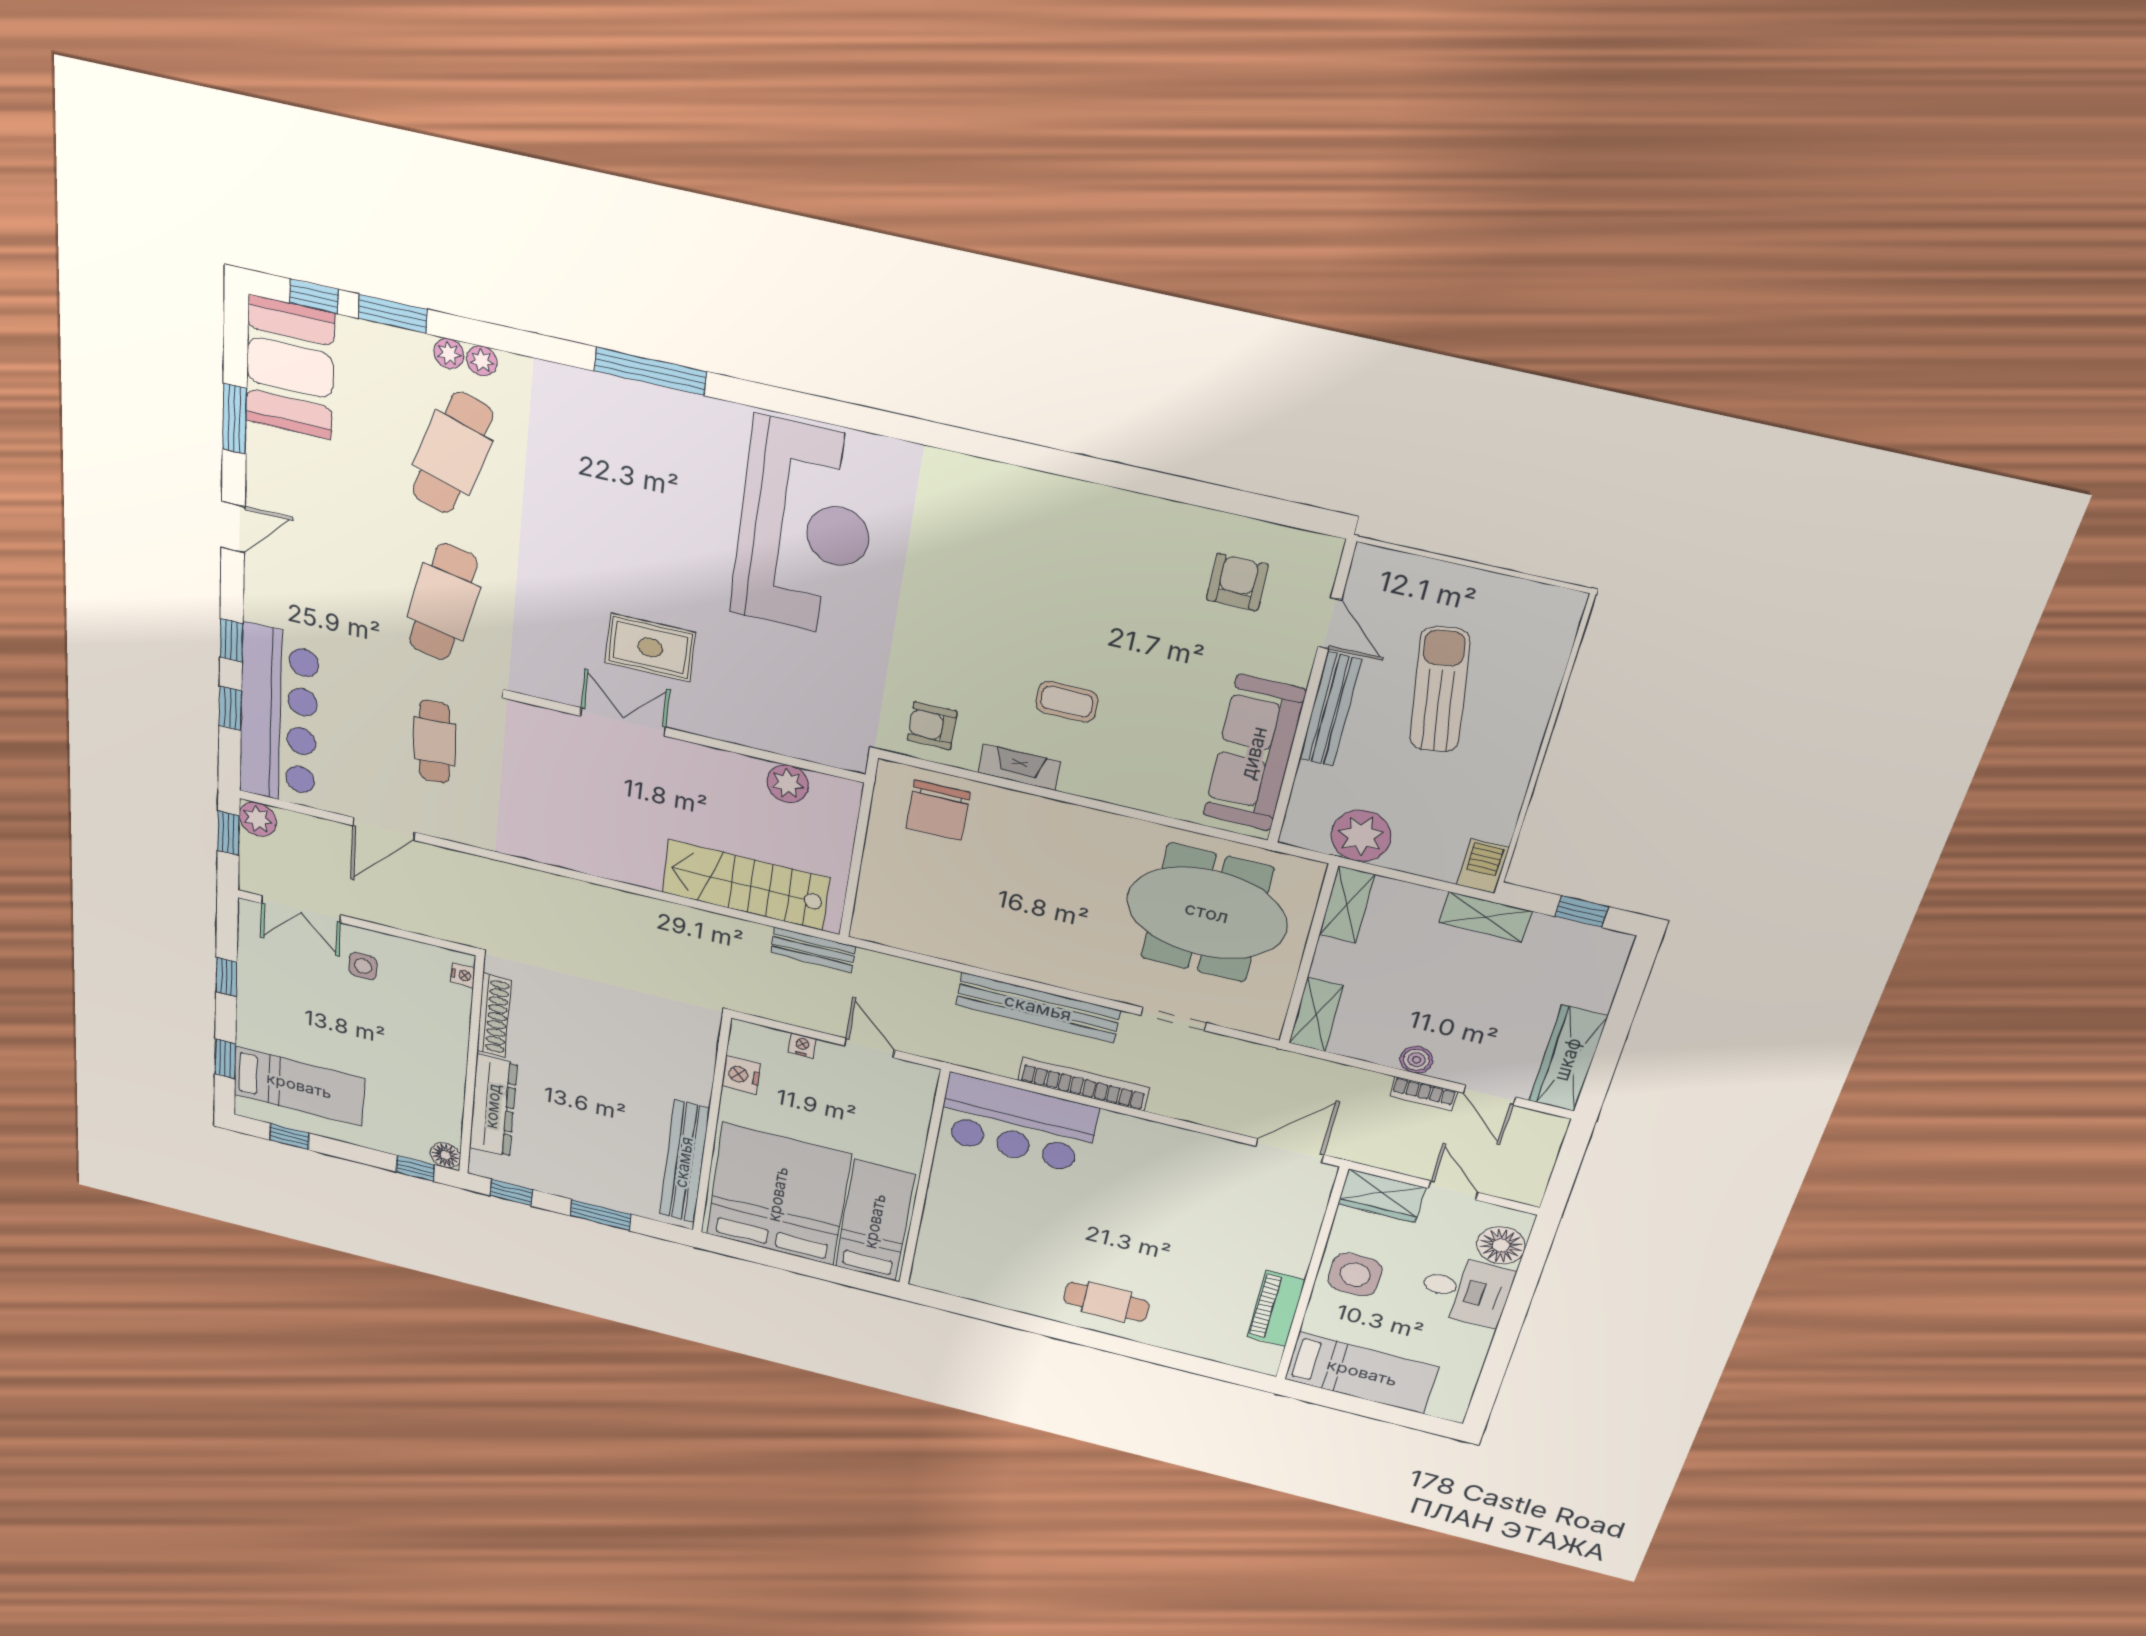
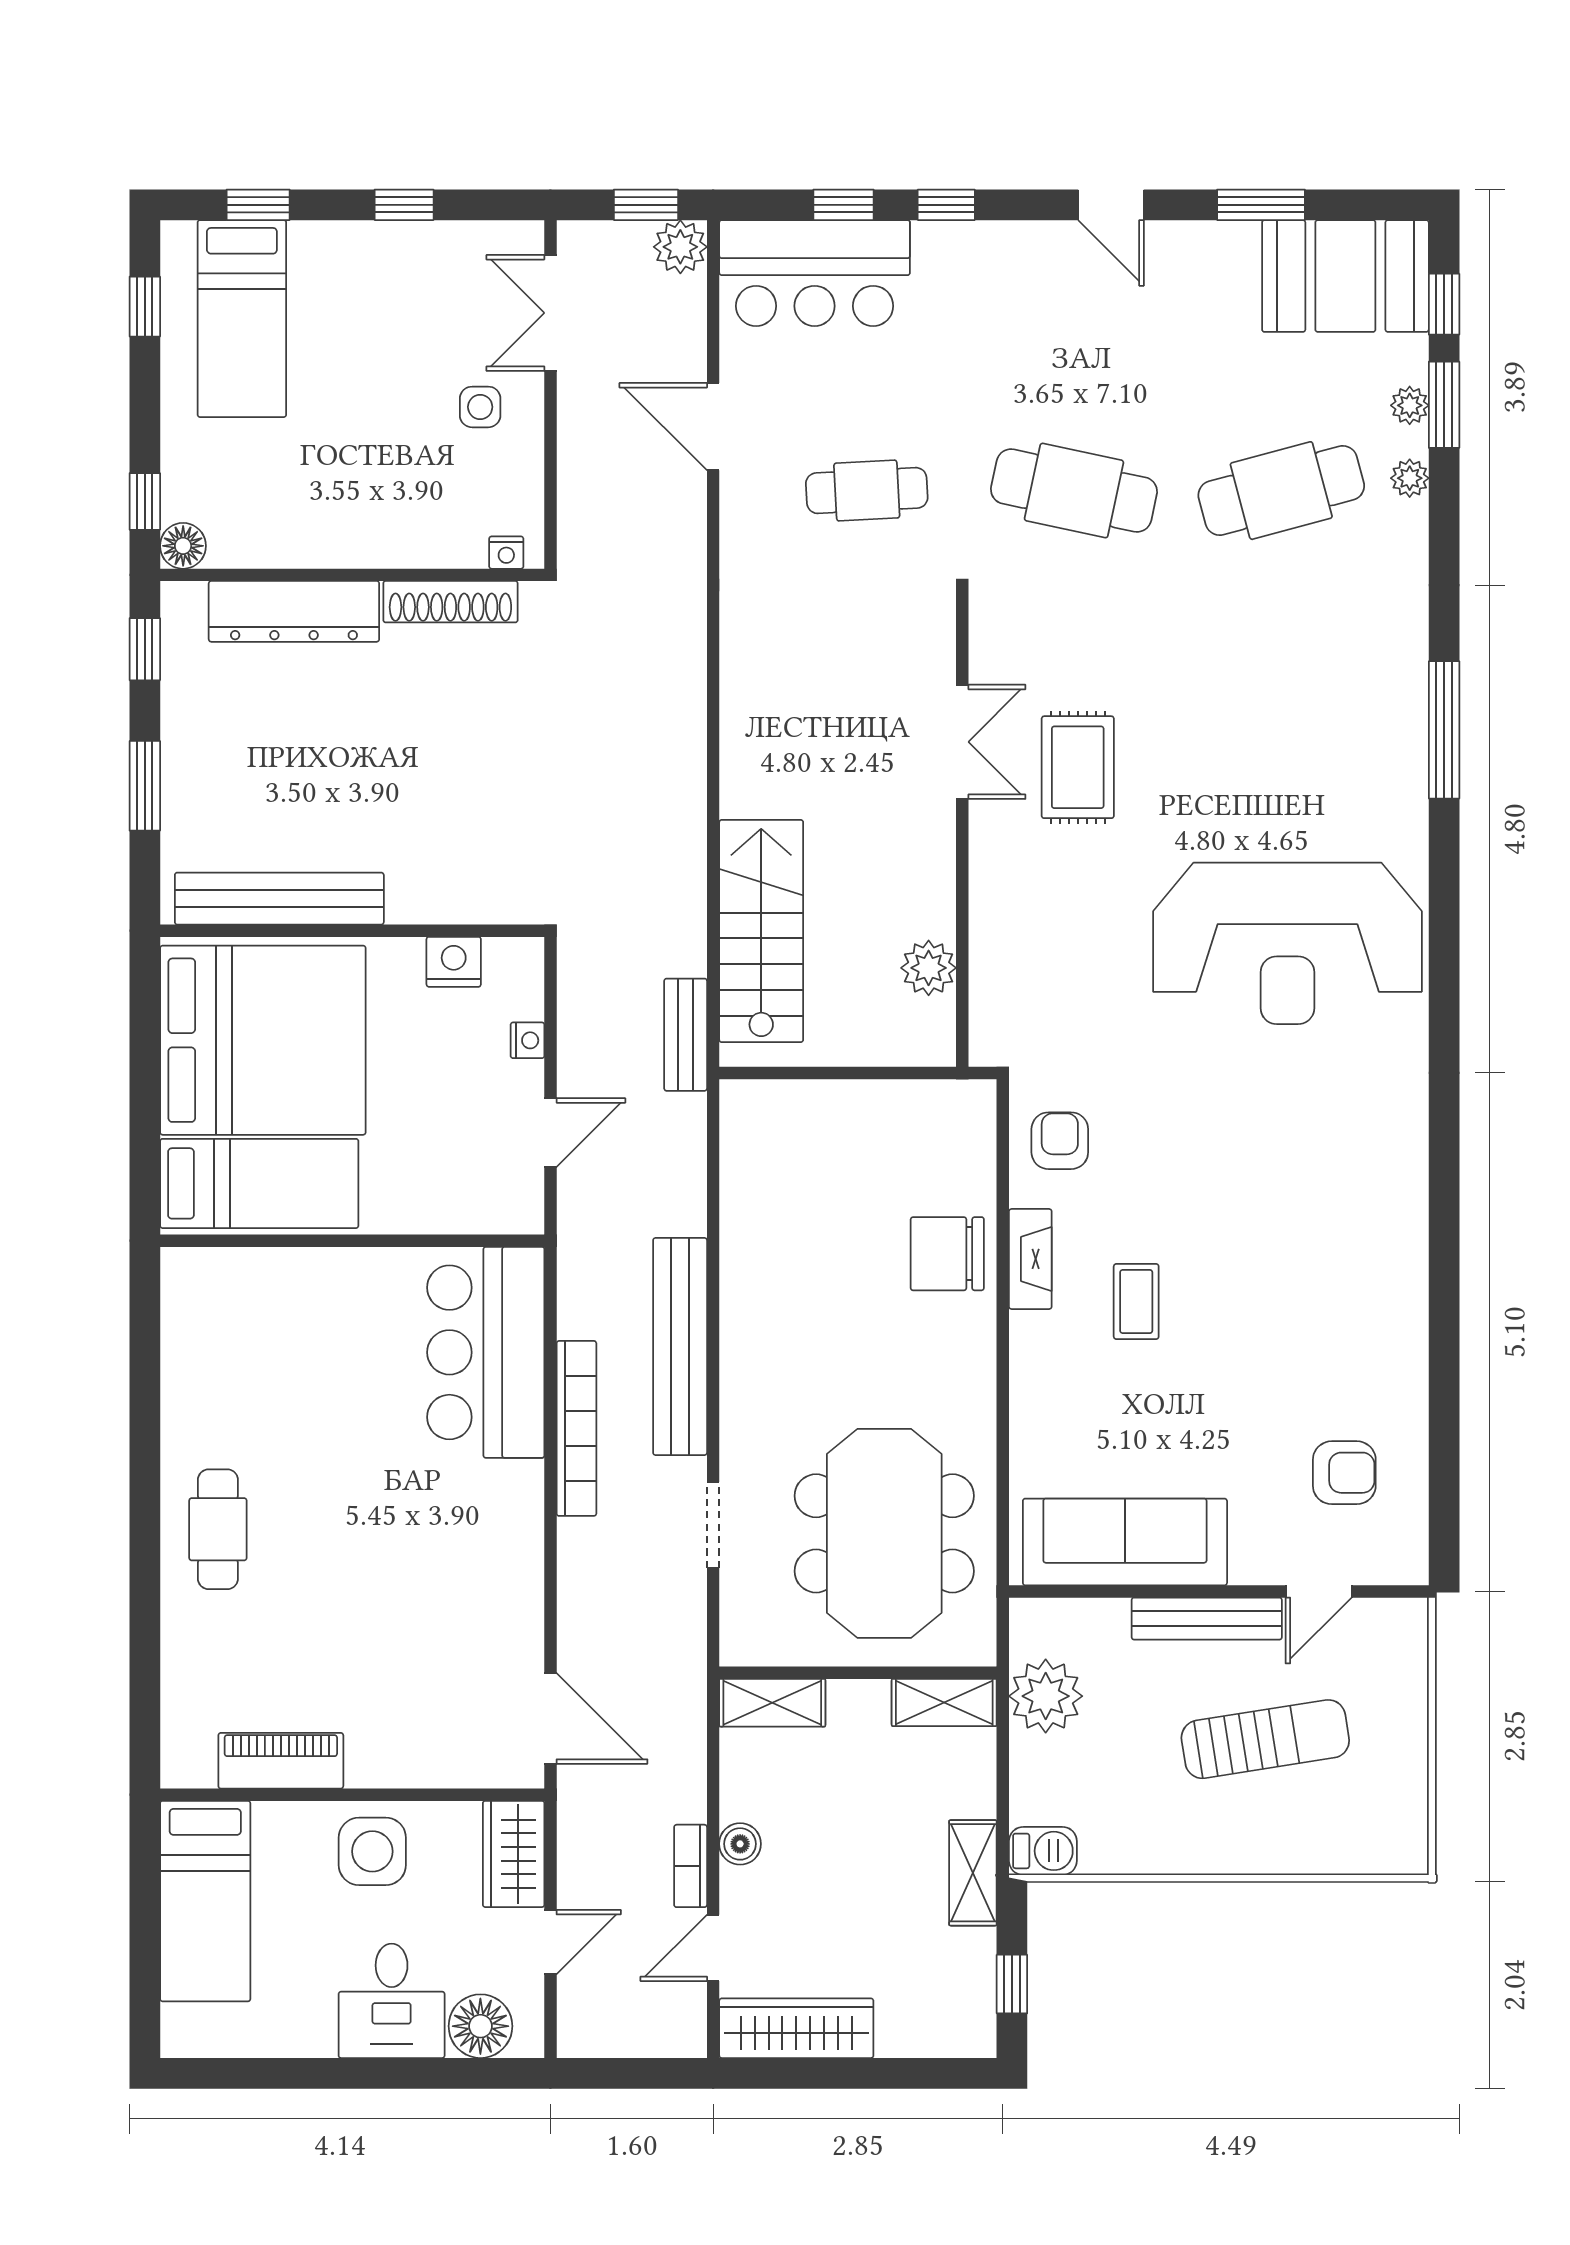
plant: (482, 361) -> (1410, 405), moved
cafe table: (452, 453) -> (1281, 491), turned -33
bar counter: (279, 716) -> (815, 273), width x0.73
chair: (938, 810) -> (947, 1254), moved

